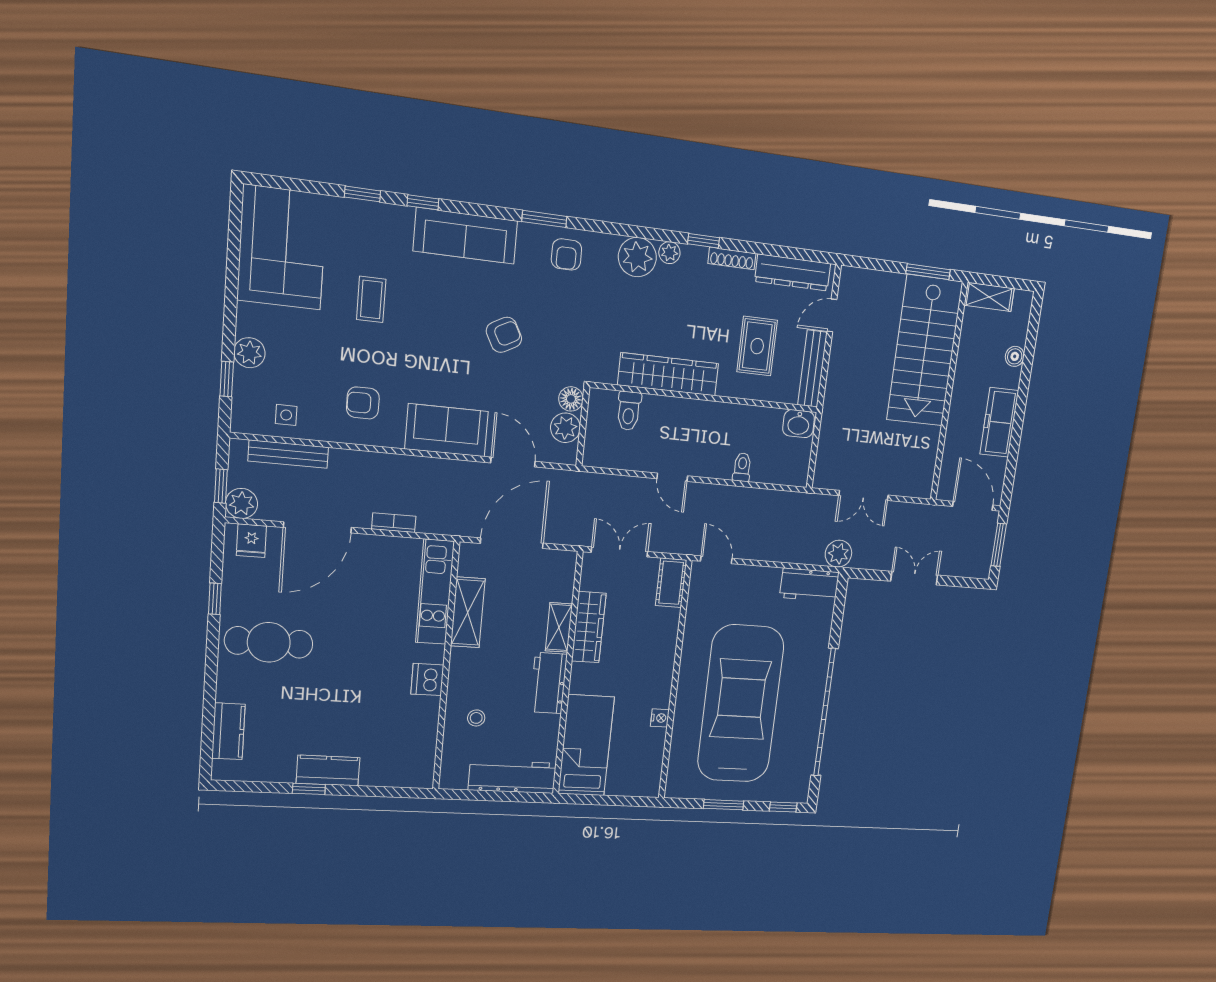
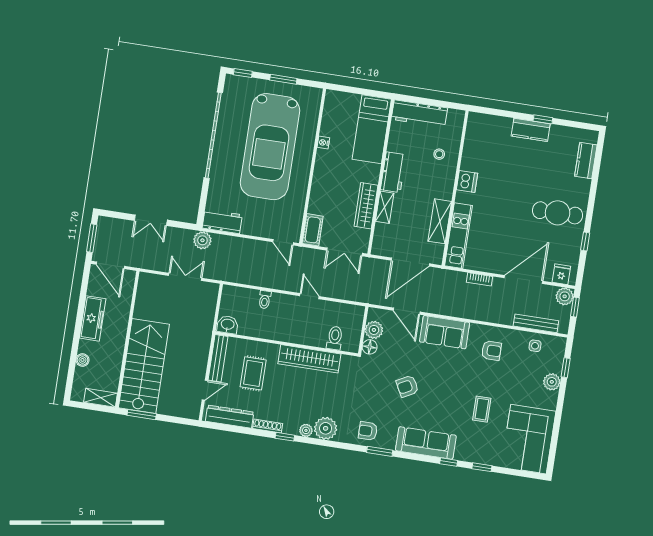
armchair: (566, 254) -> (368, 431), turned -90

